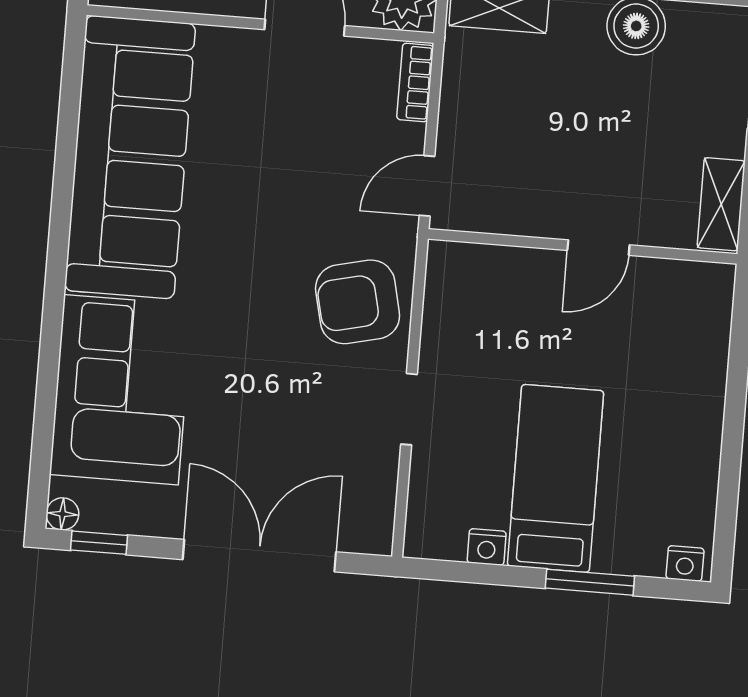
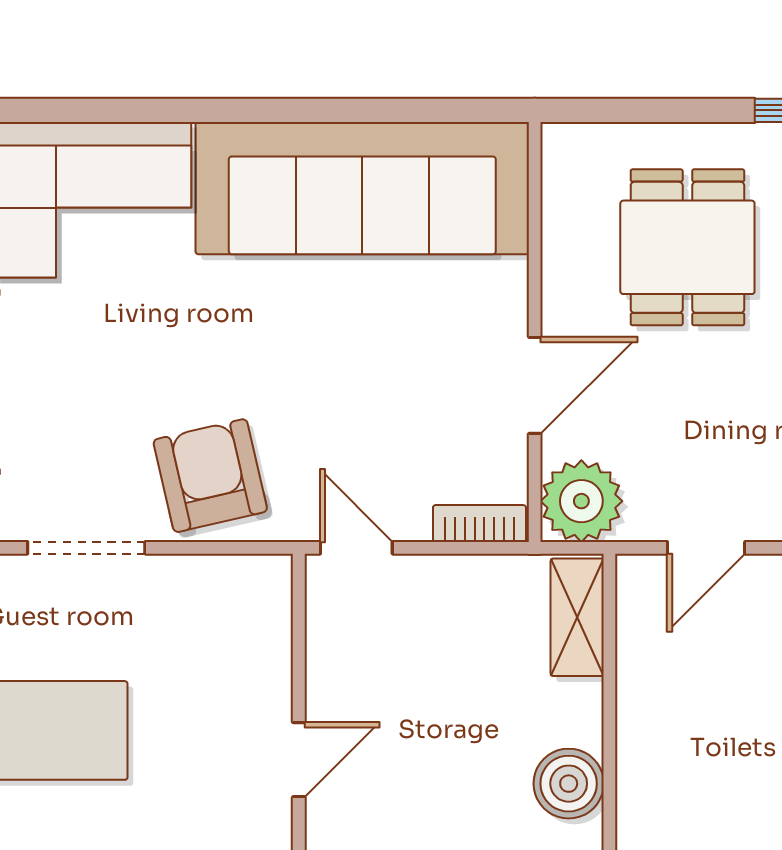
door: (598, 248) -> (299, 760), swing flipped
doorway: (409, 409) -> (86, 548), width x1.38

